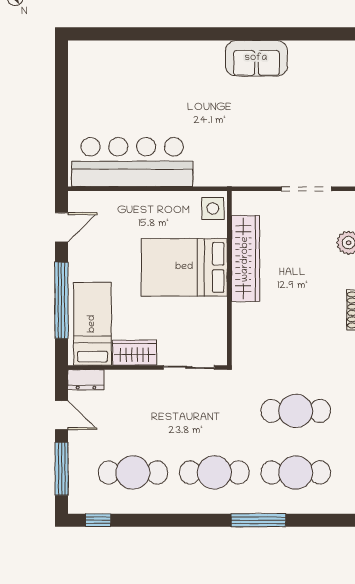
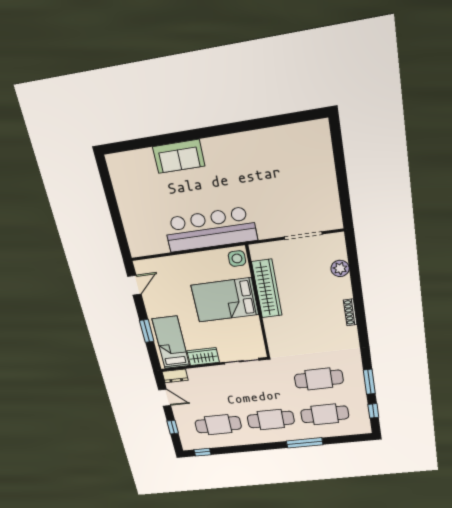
sofa: (256, 58) -> (179, 156), moved
bar counter: (132, 162) -> (210, 229), moved
window: (62, 300) -> (147, 331), width x0.47
window: (62, 469) -> (173, 427), width x0.46

